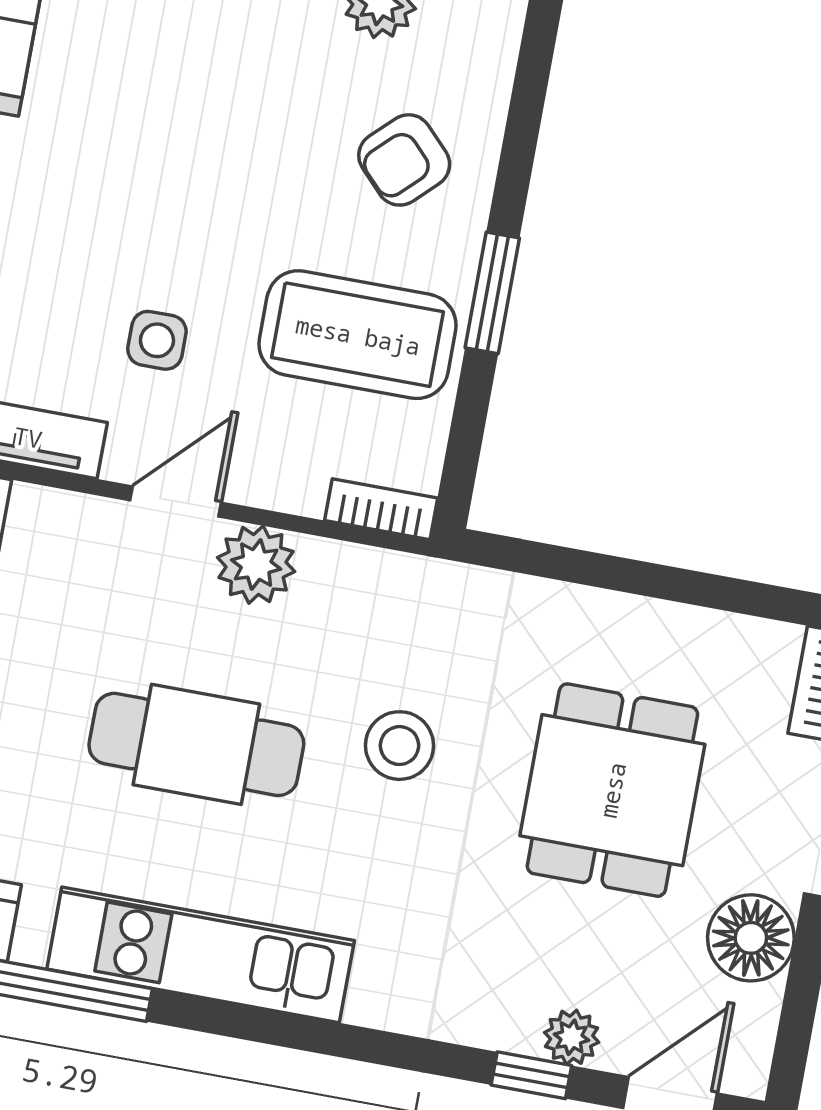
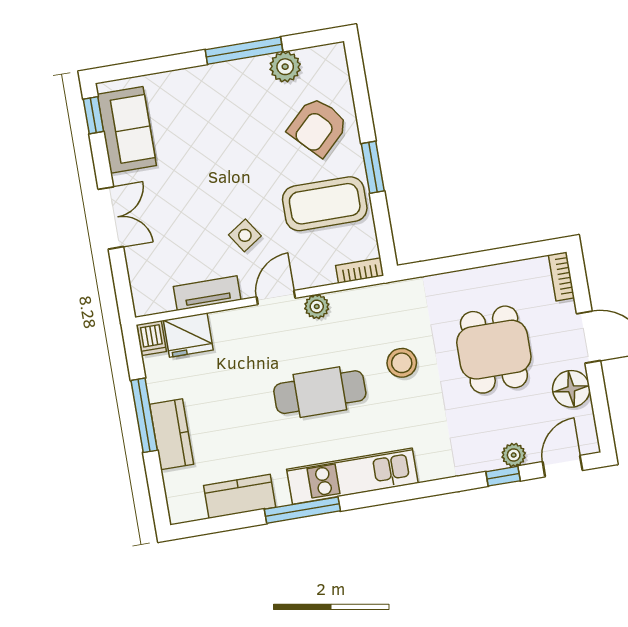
armchair: (404, 160) -> (318, 127), width x1.38, depth x1.38
side table: (157, 340) -> (245, 235), turned -34
plant: (256, 565) -> (317, 307), width x0.73, depth x0.73

